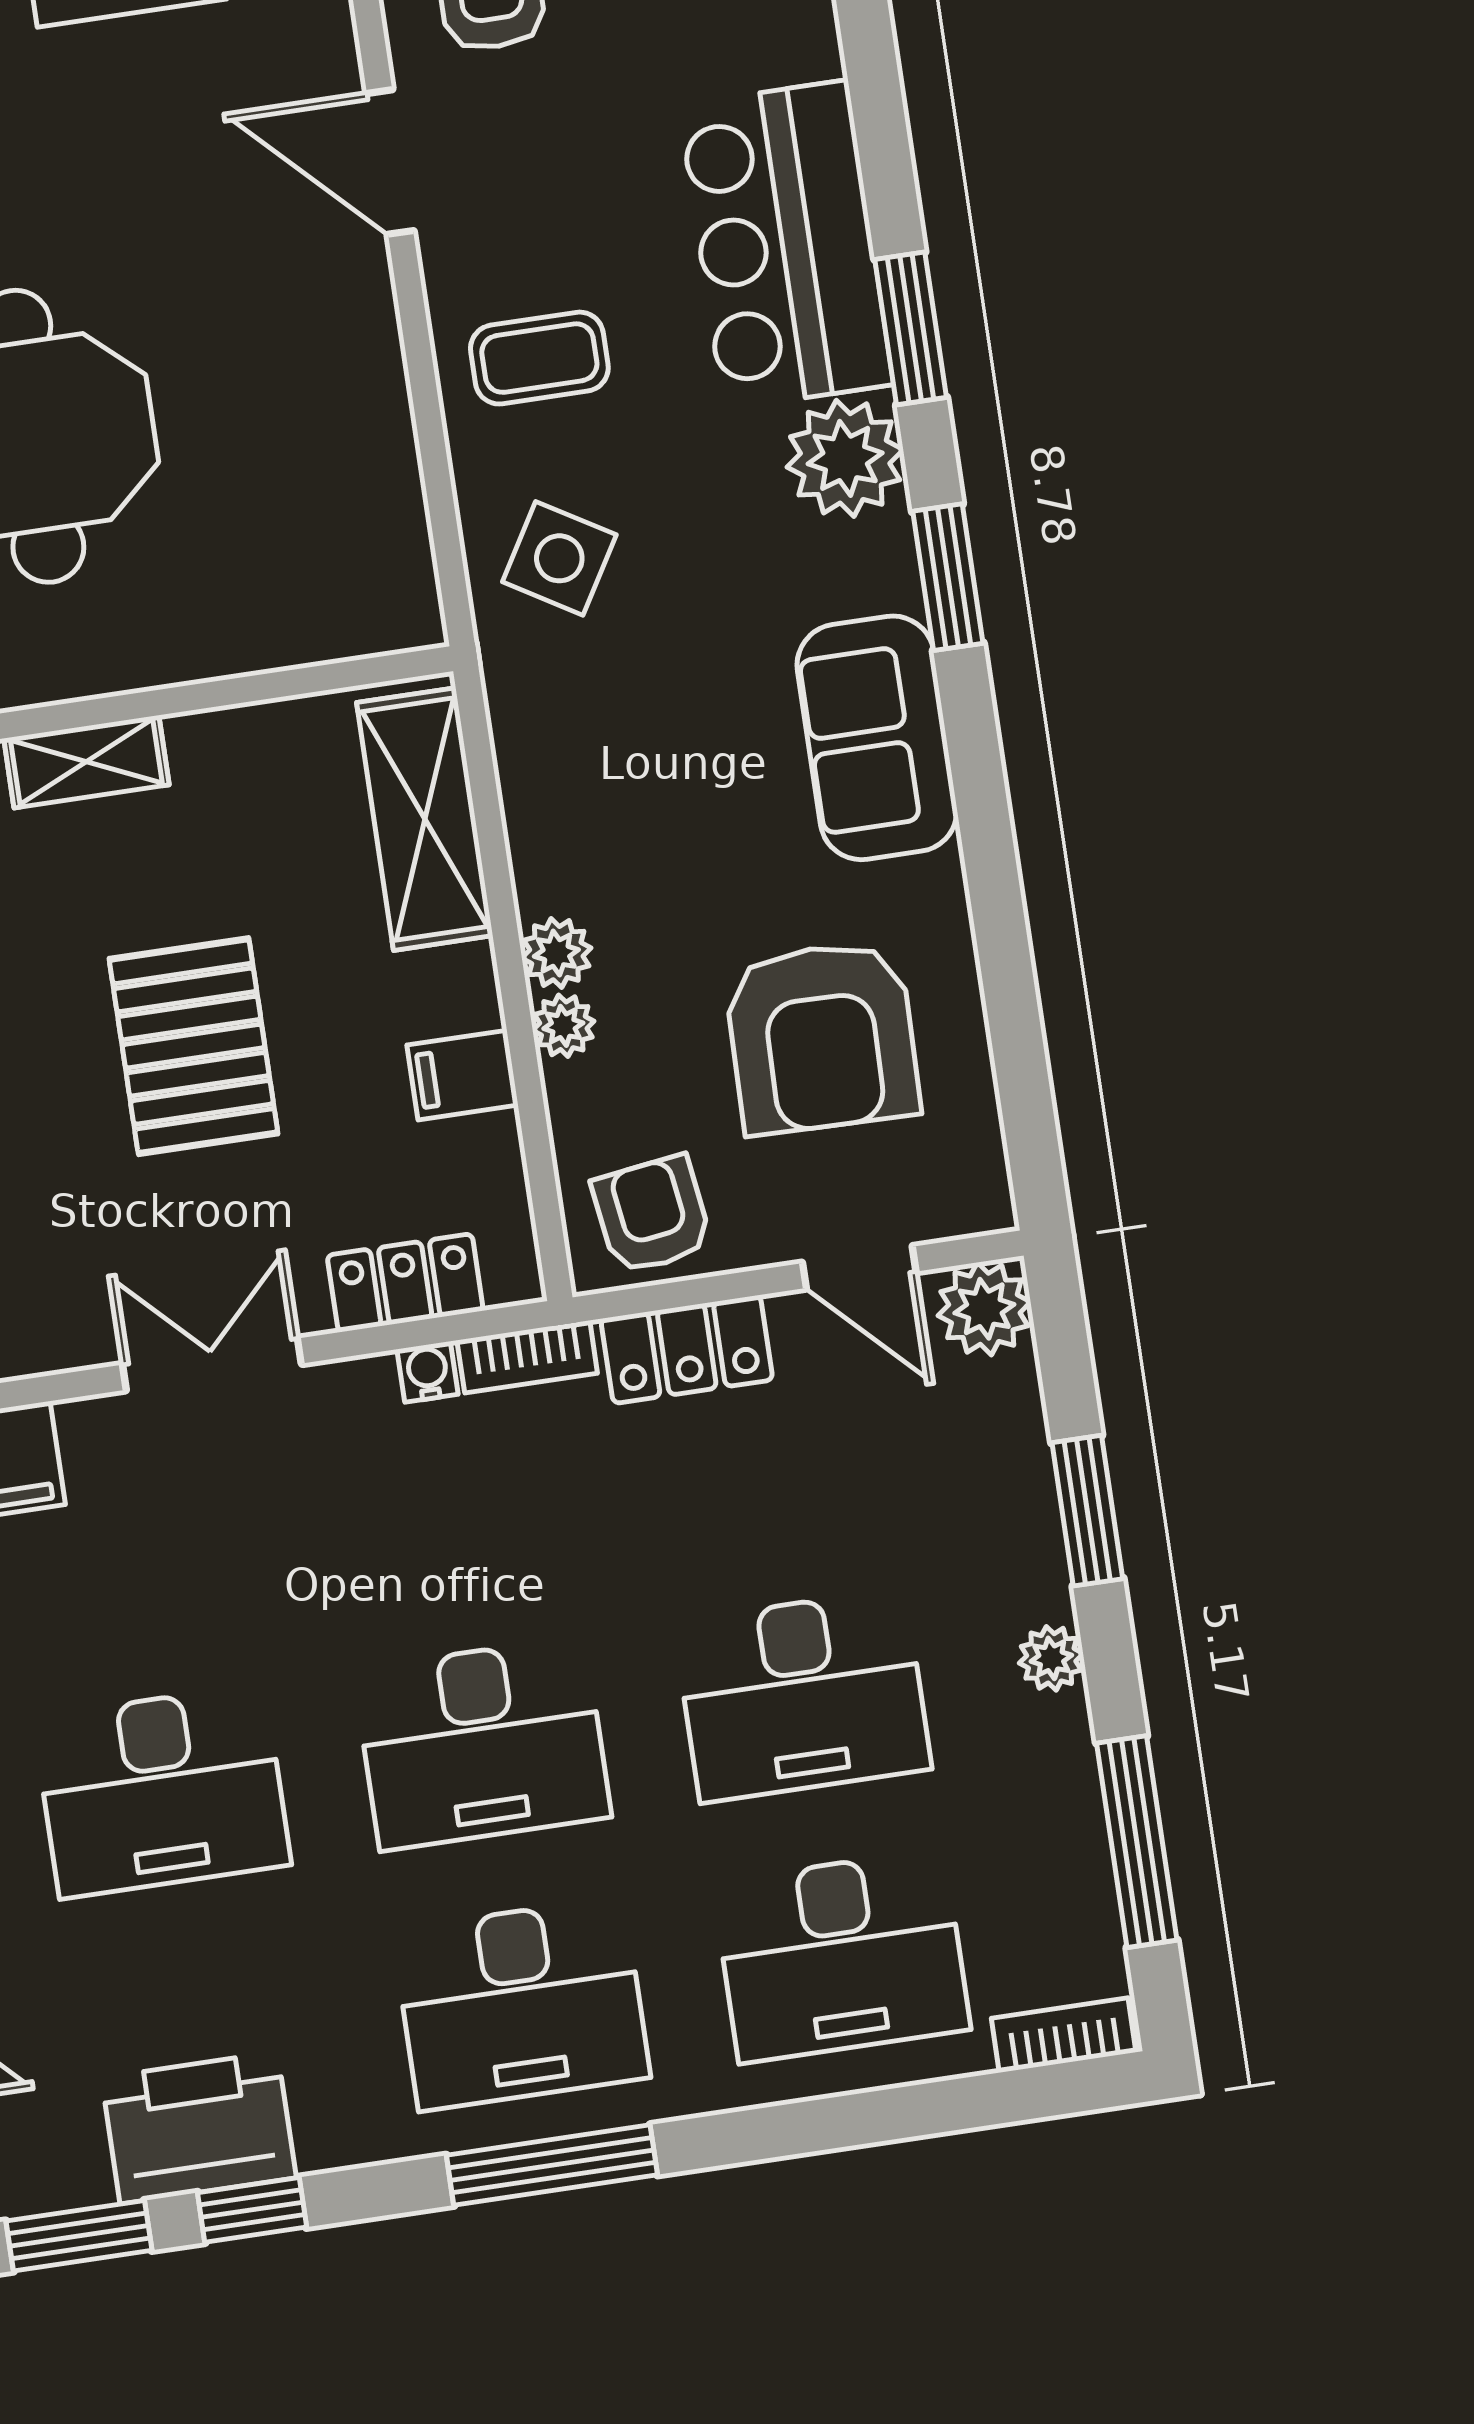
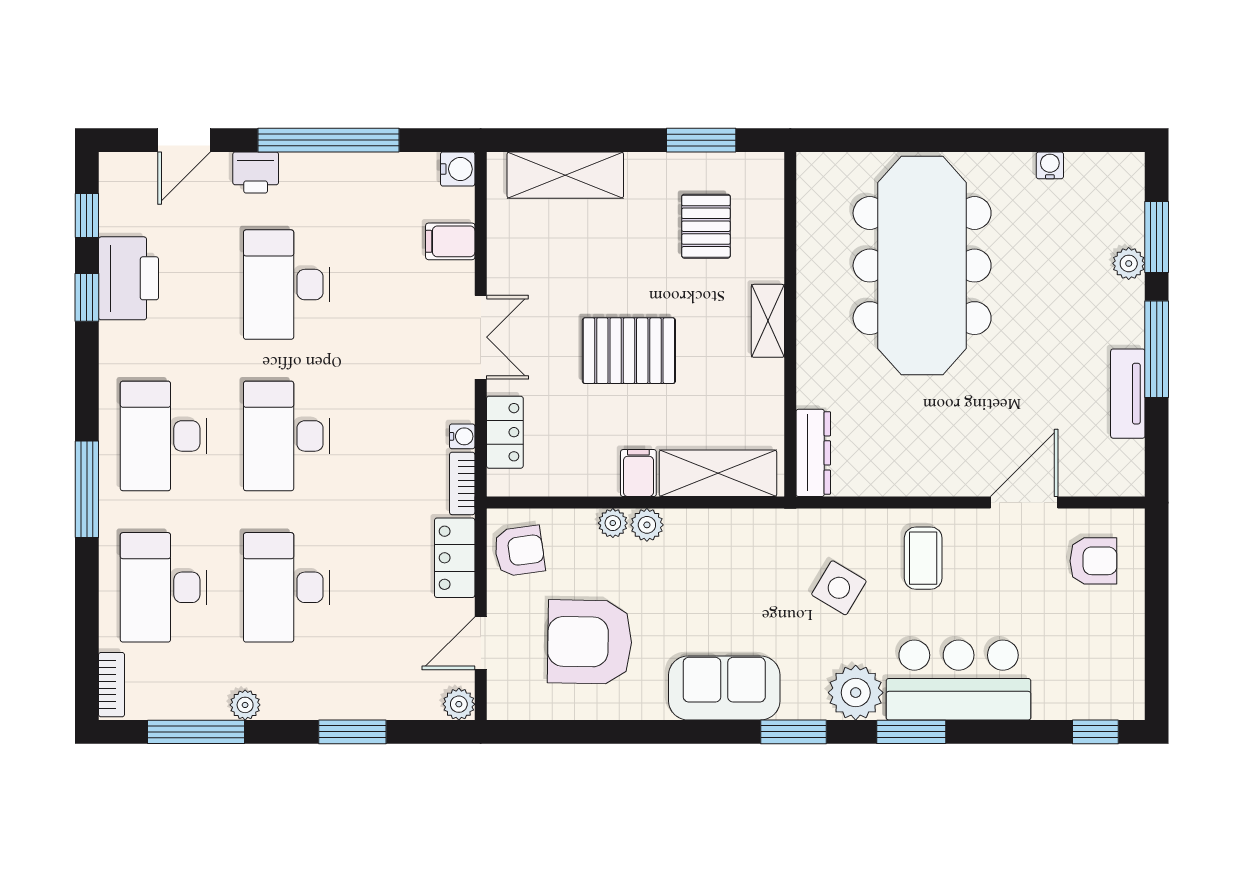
side table: (559, 558) -> (839, 588), moved
dresser: (352, 624) -> (813, 453), added
filing cabinet: (463, 1075) -> (638, 473), moved
plant: (984, 1309) -> (459, 704), width x0.73, depth x0.73
plant: (1051, 1658) -> (245, 705), moved
window: (552, 2165) -> (87, 489), moved
window: (79, 2236) -> (87, 215), width x0.67

